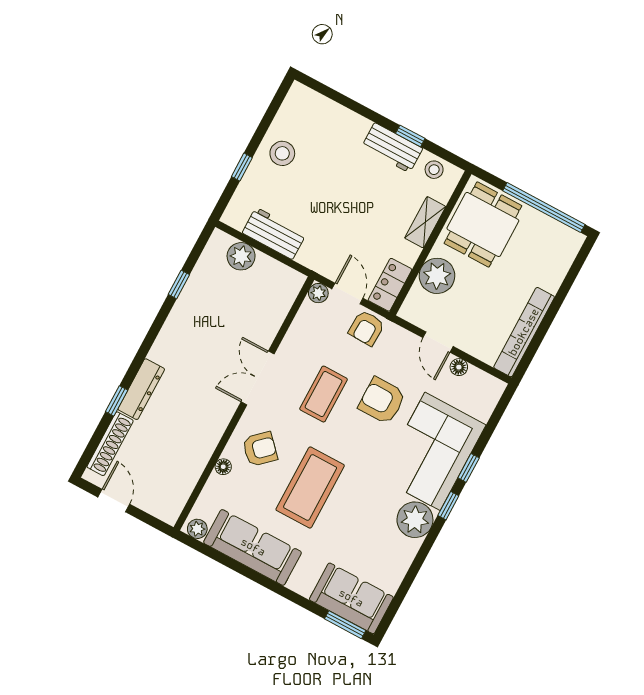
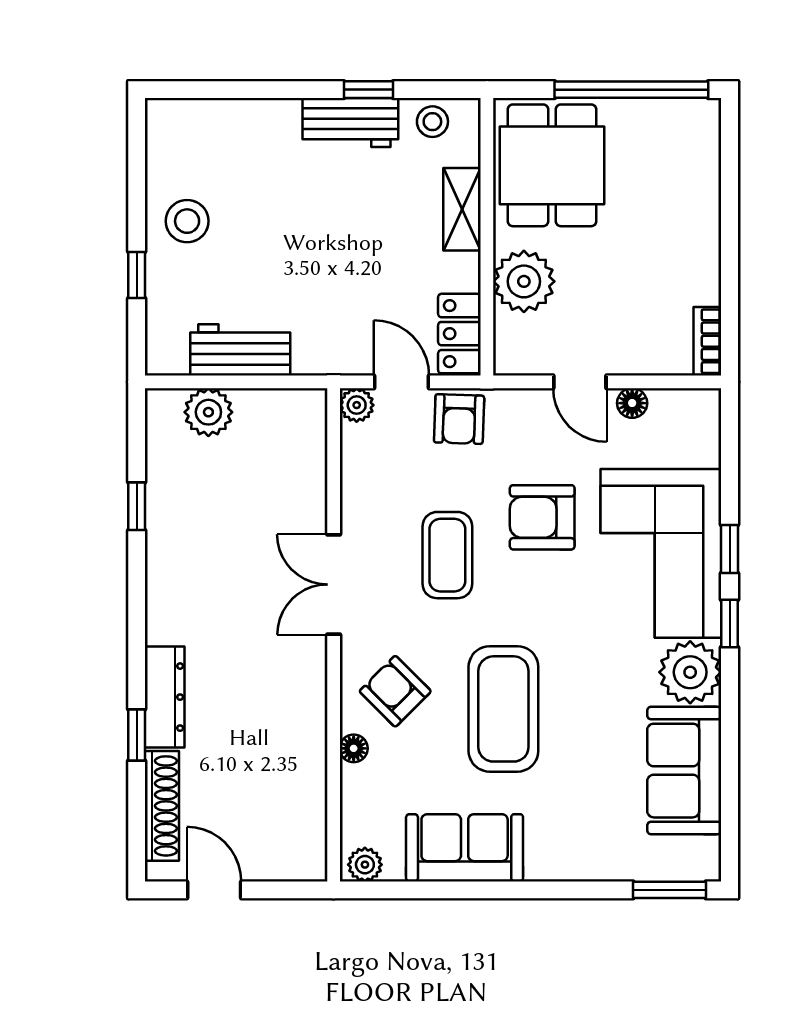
bookcase: (524, 332) -> (707, 341), width x0.43, depth x0.76
armchair: (260, 449) -> (395, 691), turned -92
sofa: (253, 547) -> (465, 848), width x0.73
sofa: (351, 598) -> (684, 771), moved, turned -90

